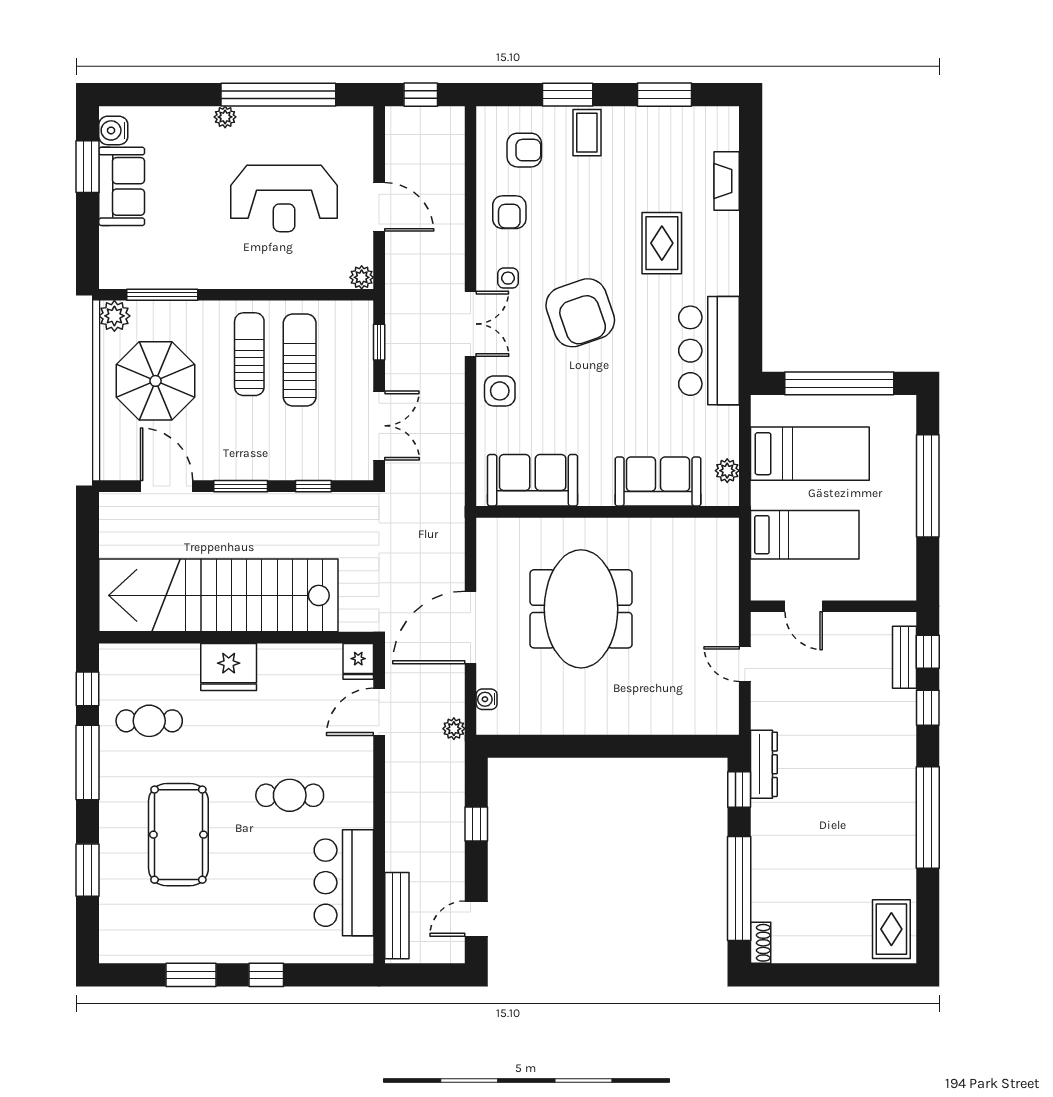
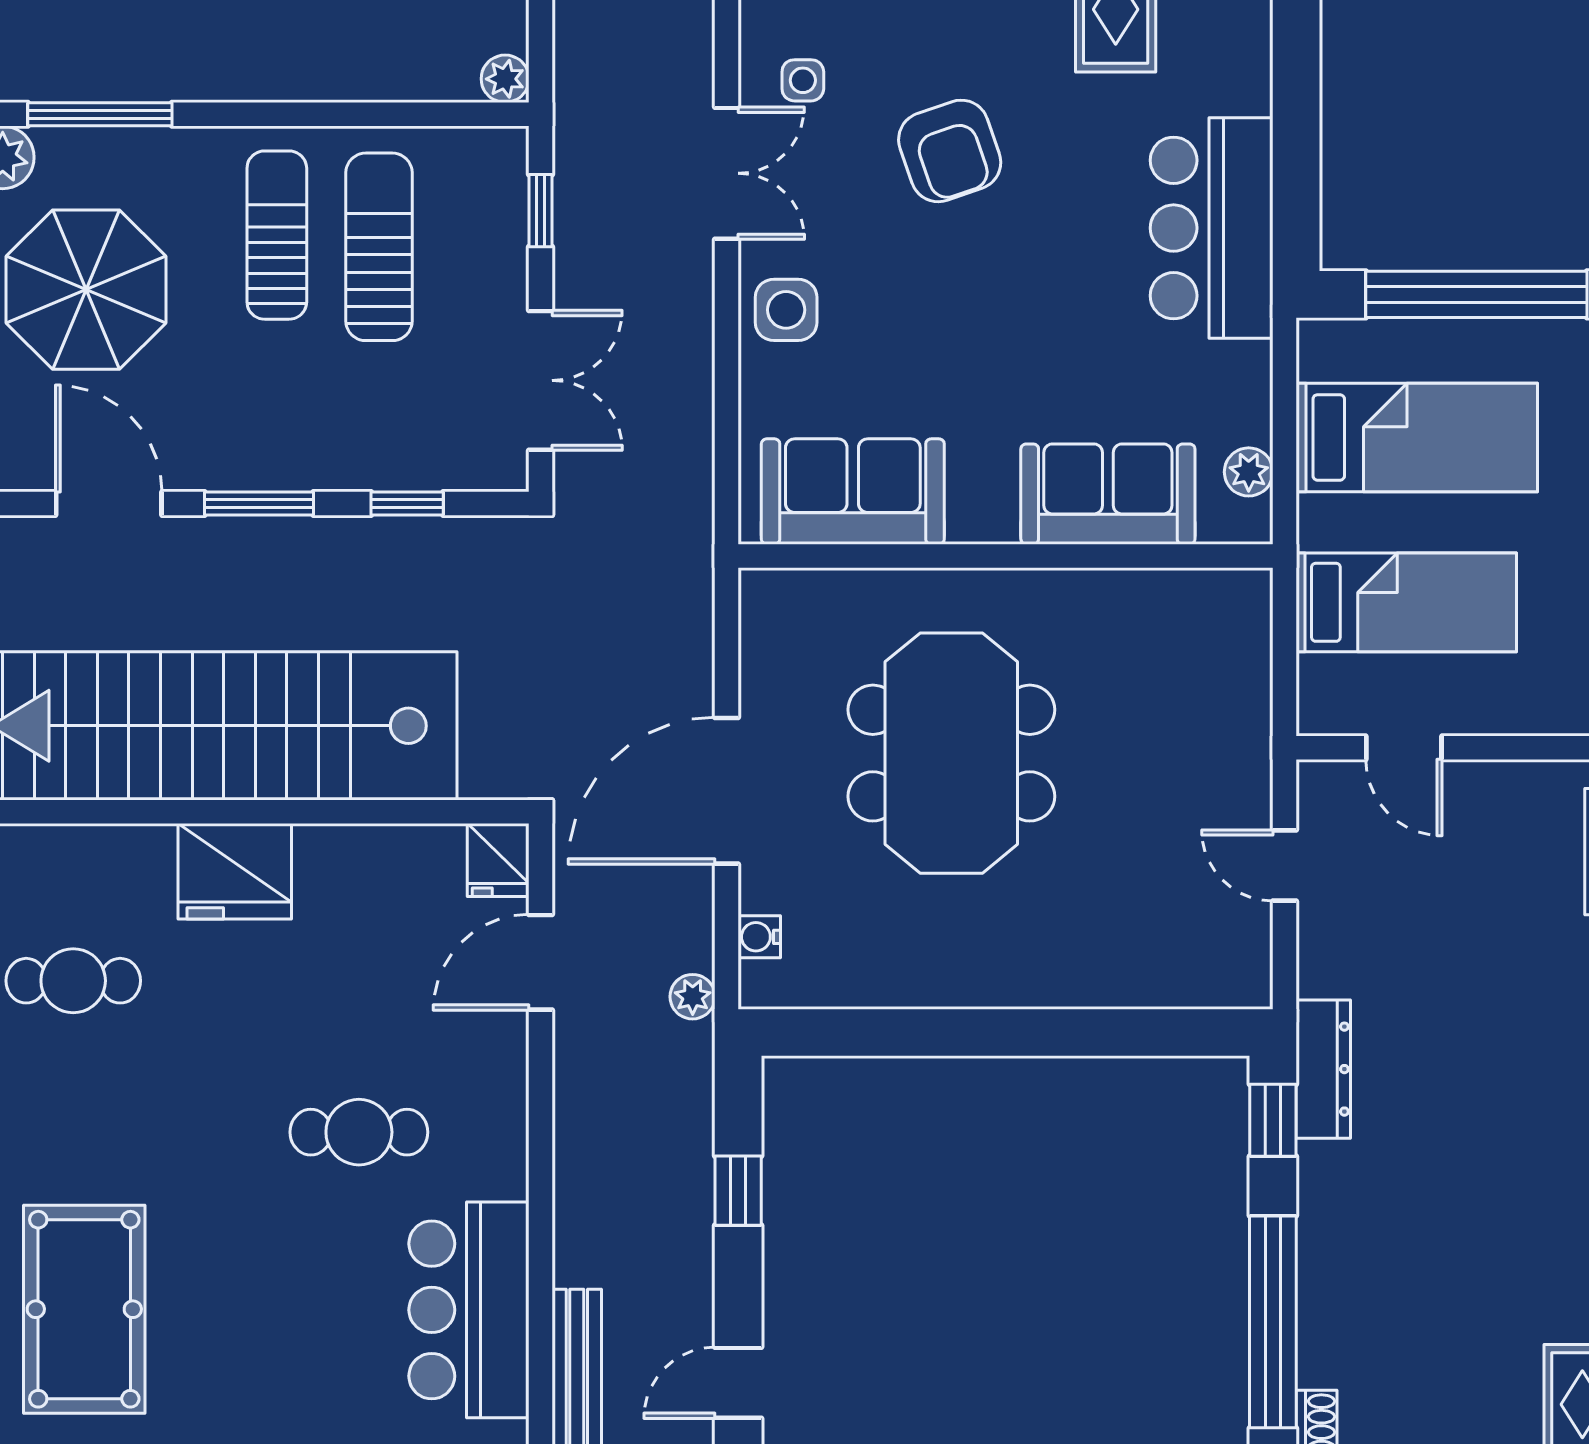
armchair: (580, 313) -> (950, 151), width x0.73, depth x0.73
pool table: (178, 835) -> (84, 1309), moved

